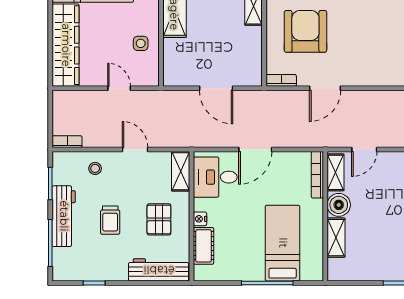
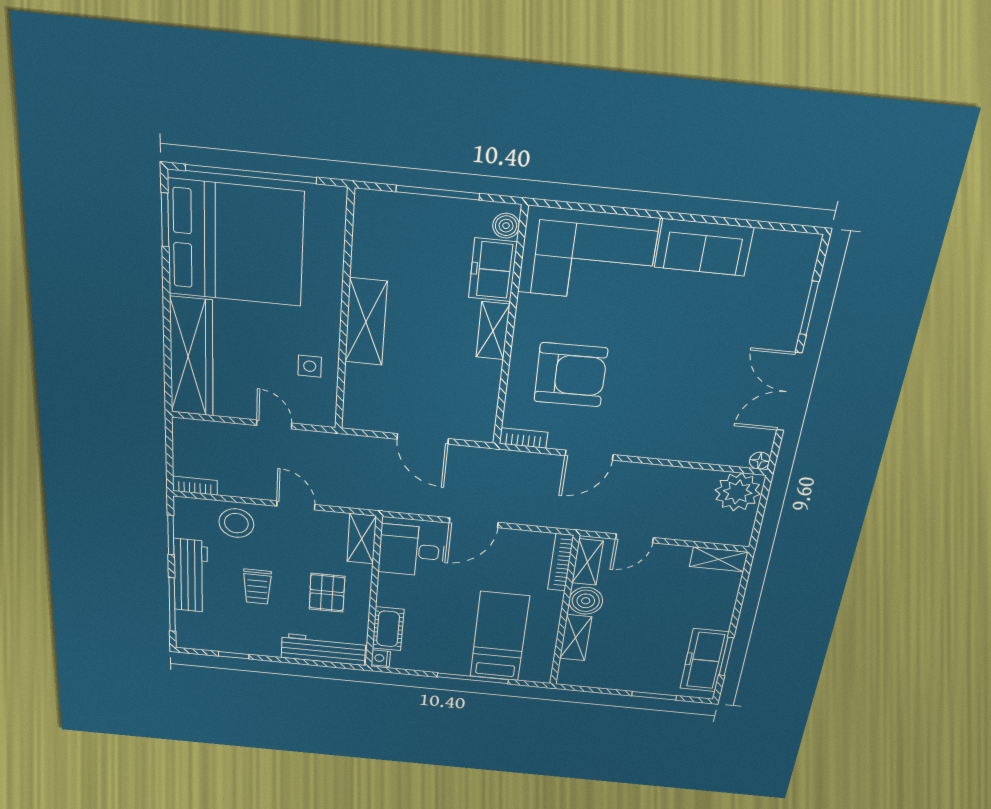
armchair: (305, 31) -> (571, 375), turned 89
stool: (95, 168) -> (236, 523), width x1.89, depth x1.89
nightstand: (200, 219) -> (381, 658), moved

